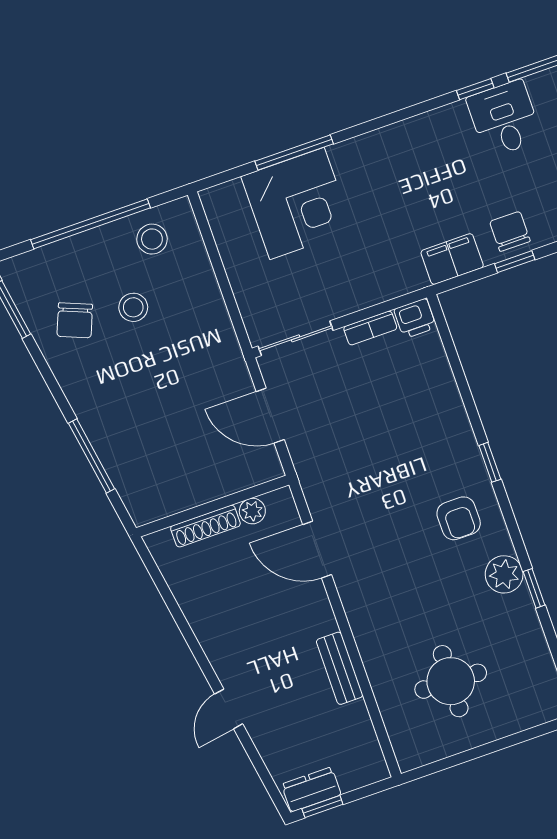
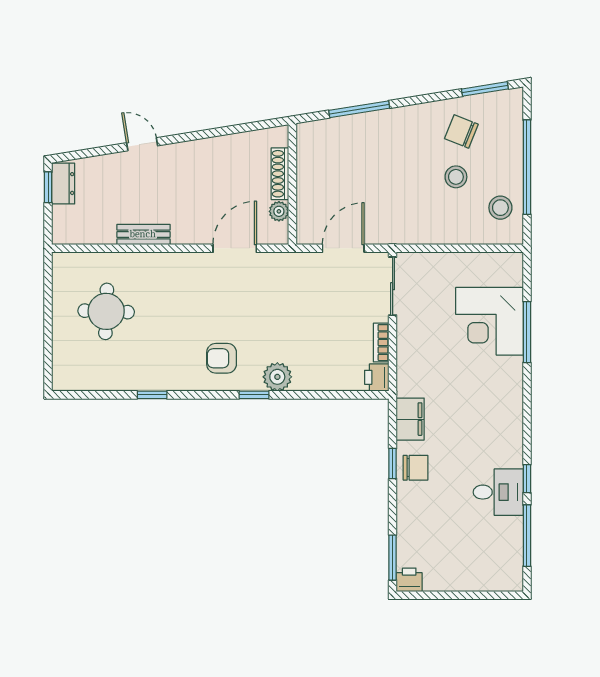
plant: (504, 574) -> (277, 377), moved

